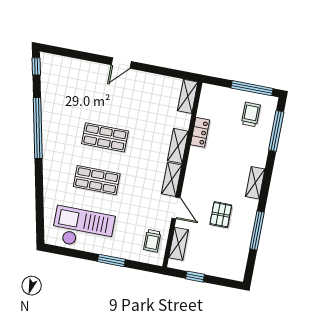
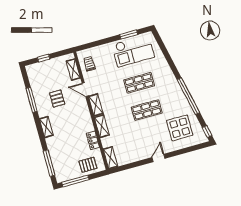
display table: (71, 90) -> (180, 128), added
pallet: (223, 102) -> (88, 165), added
trolley: (251, 114) -> (69, 165), removed
window: (111, 260) -> (129, 35), moved
window: (195, 277) -> (44, 58), moved

